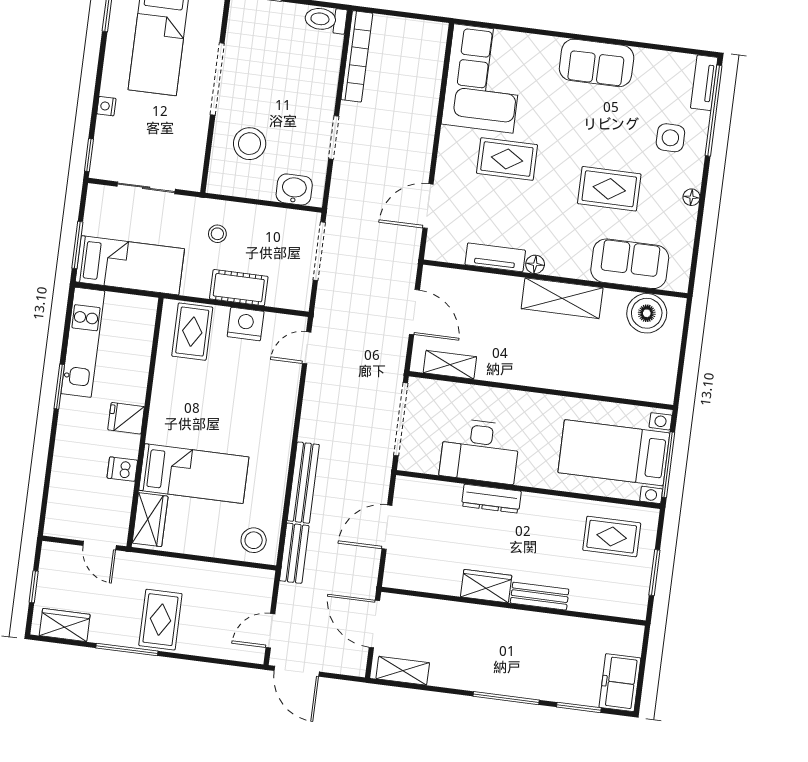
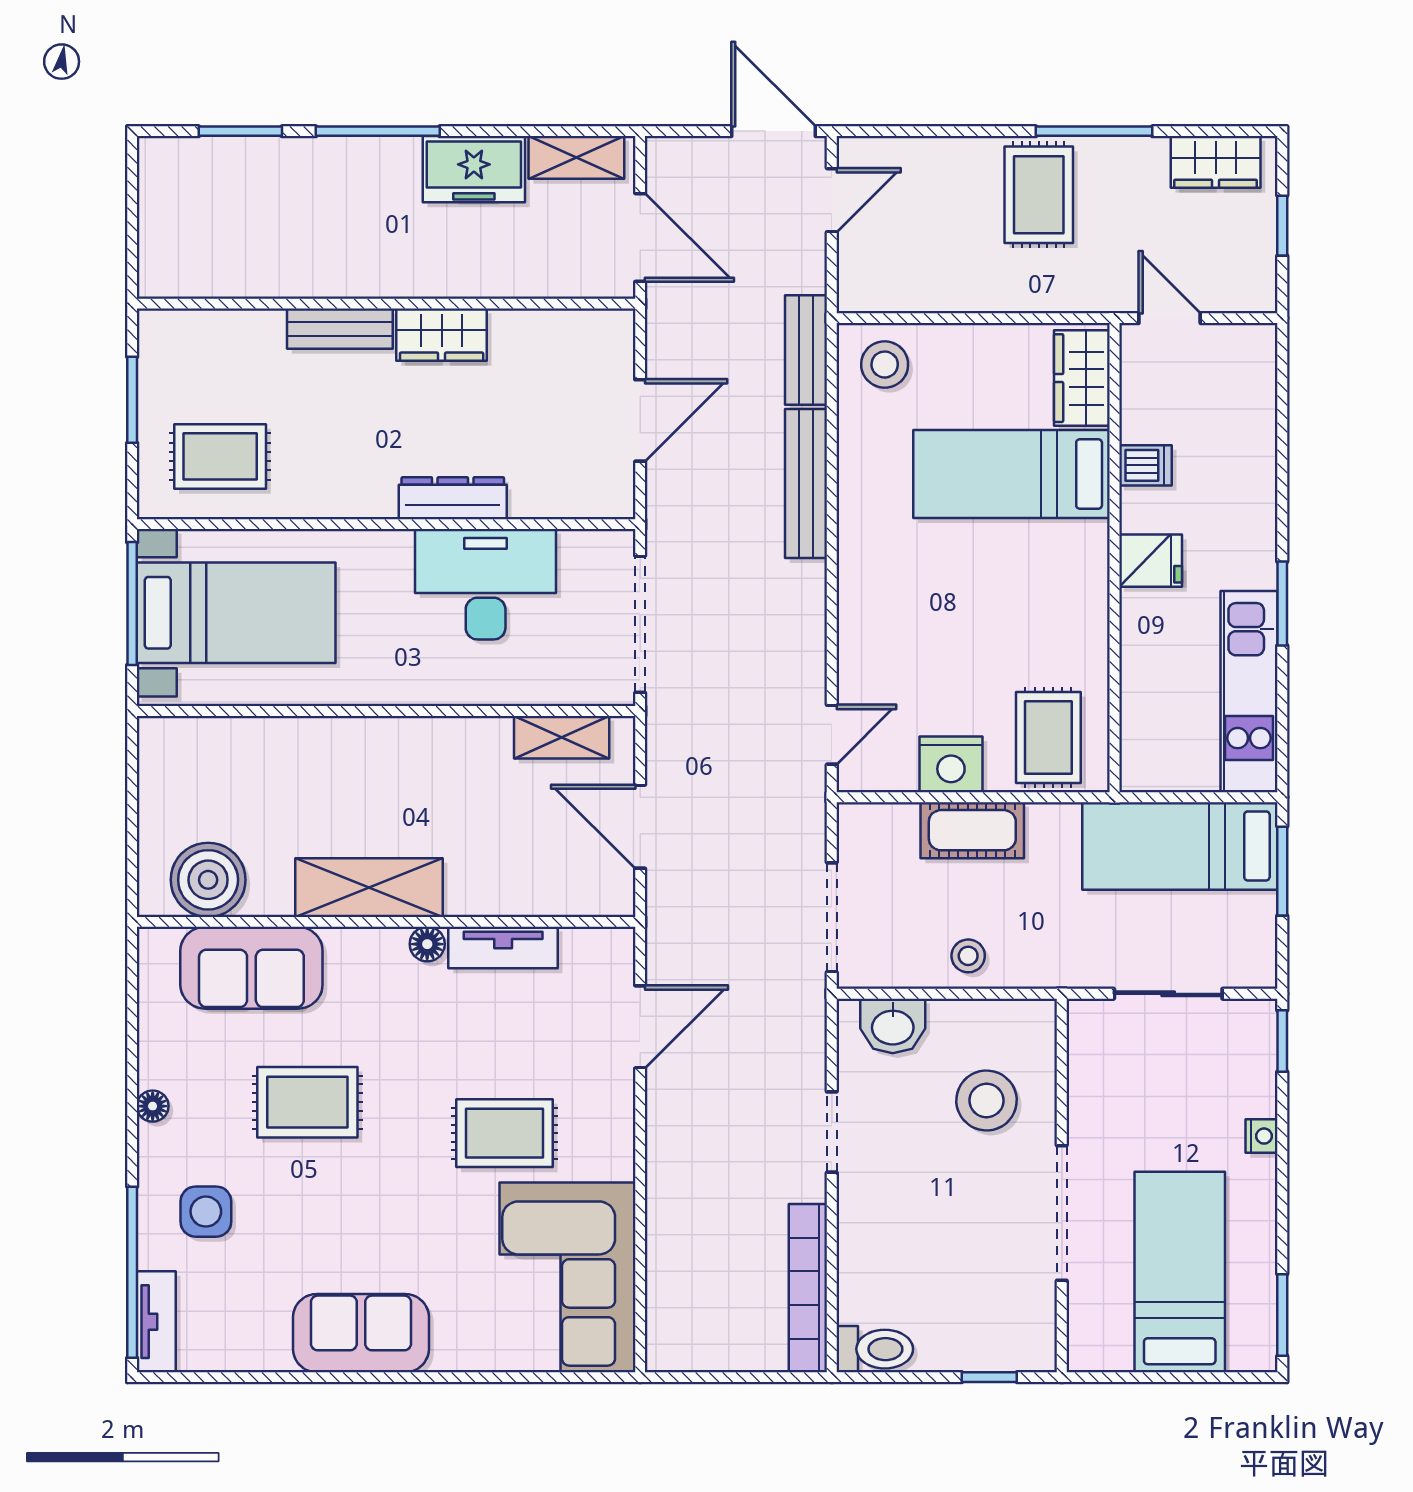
stool: (217, 234) -> (968, 956), moved
freezer: (620, 683) -> (474, 169), moved, turned 90

